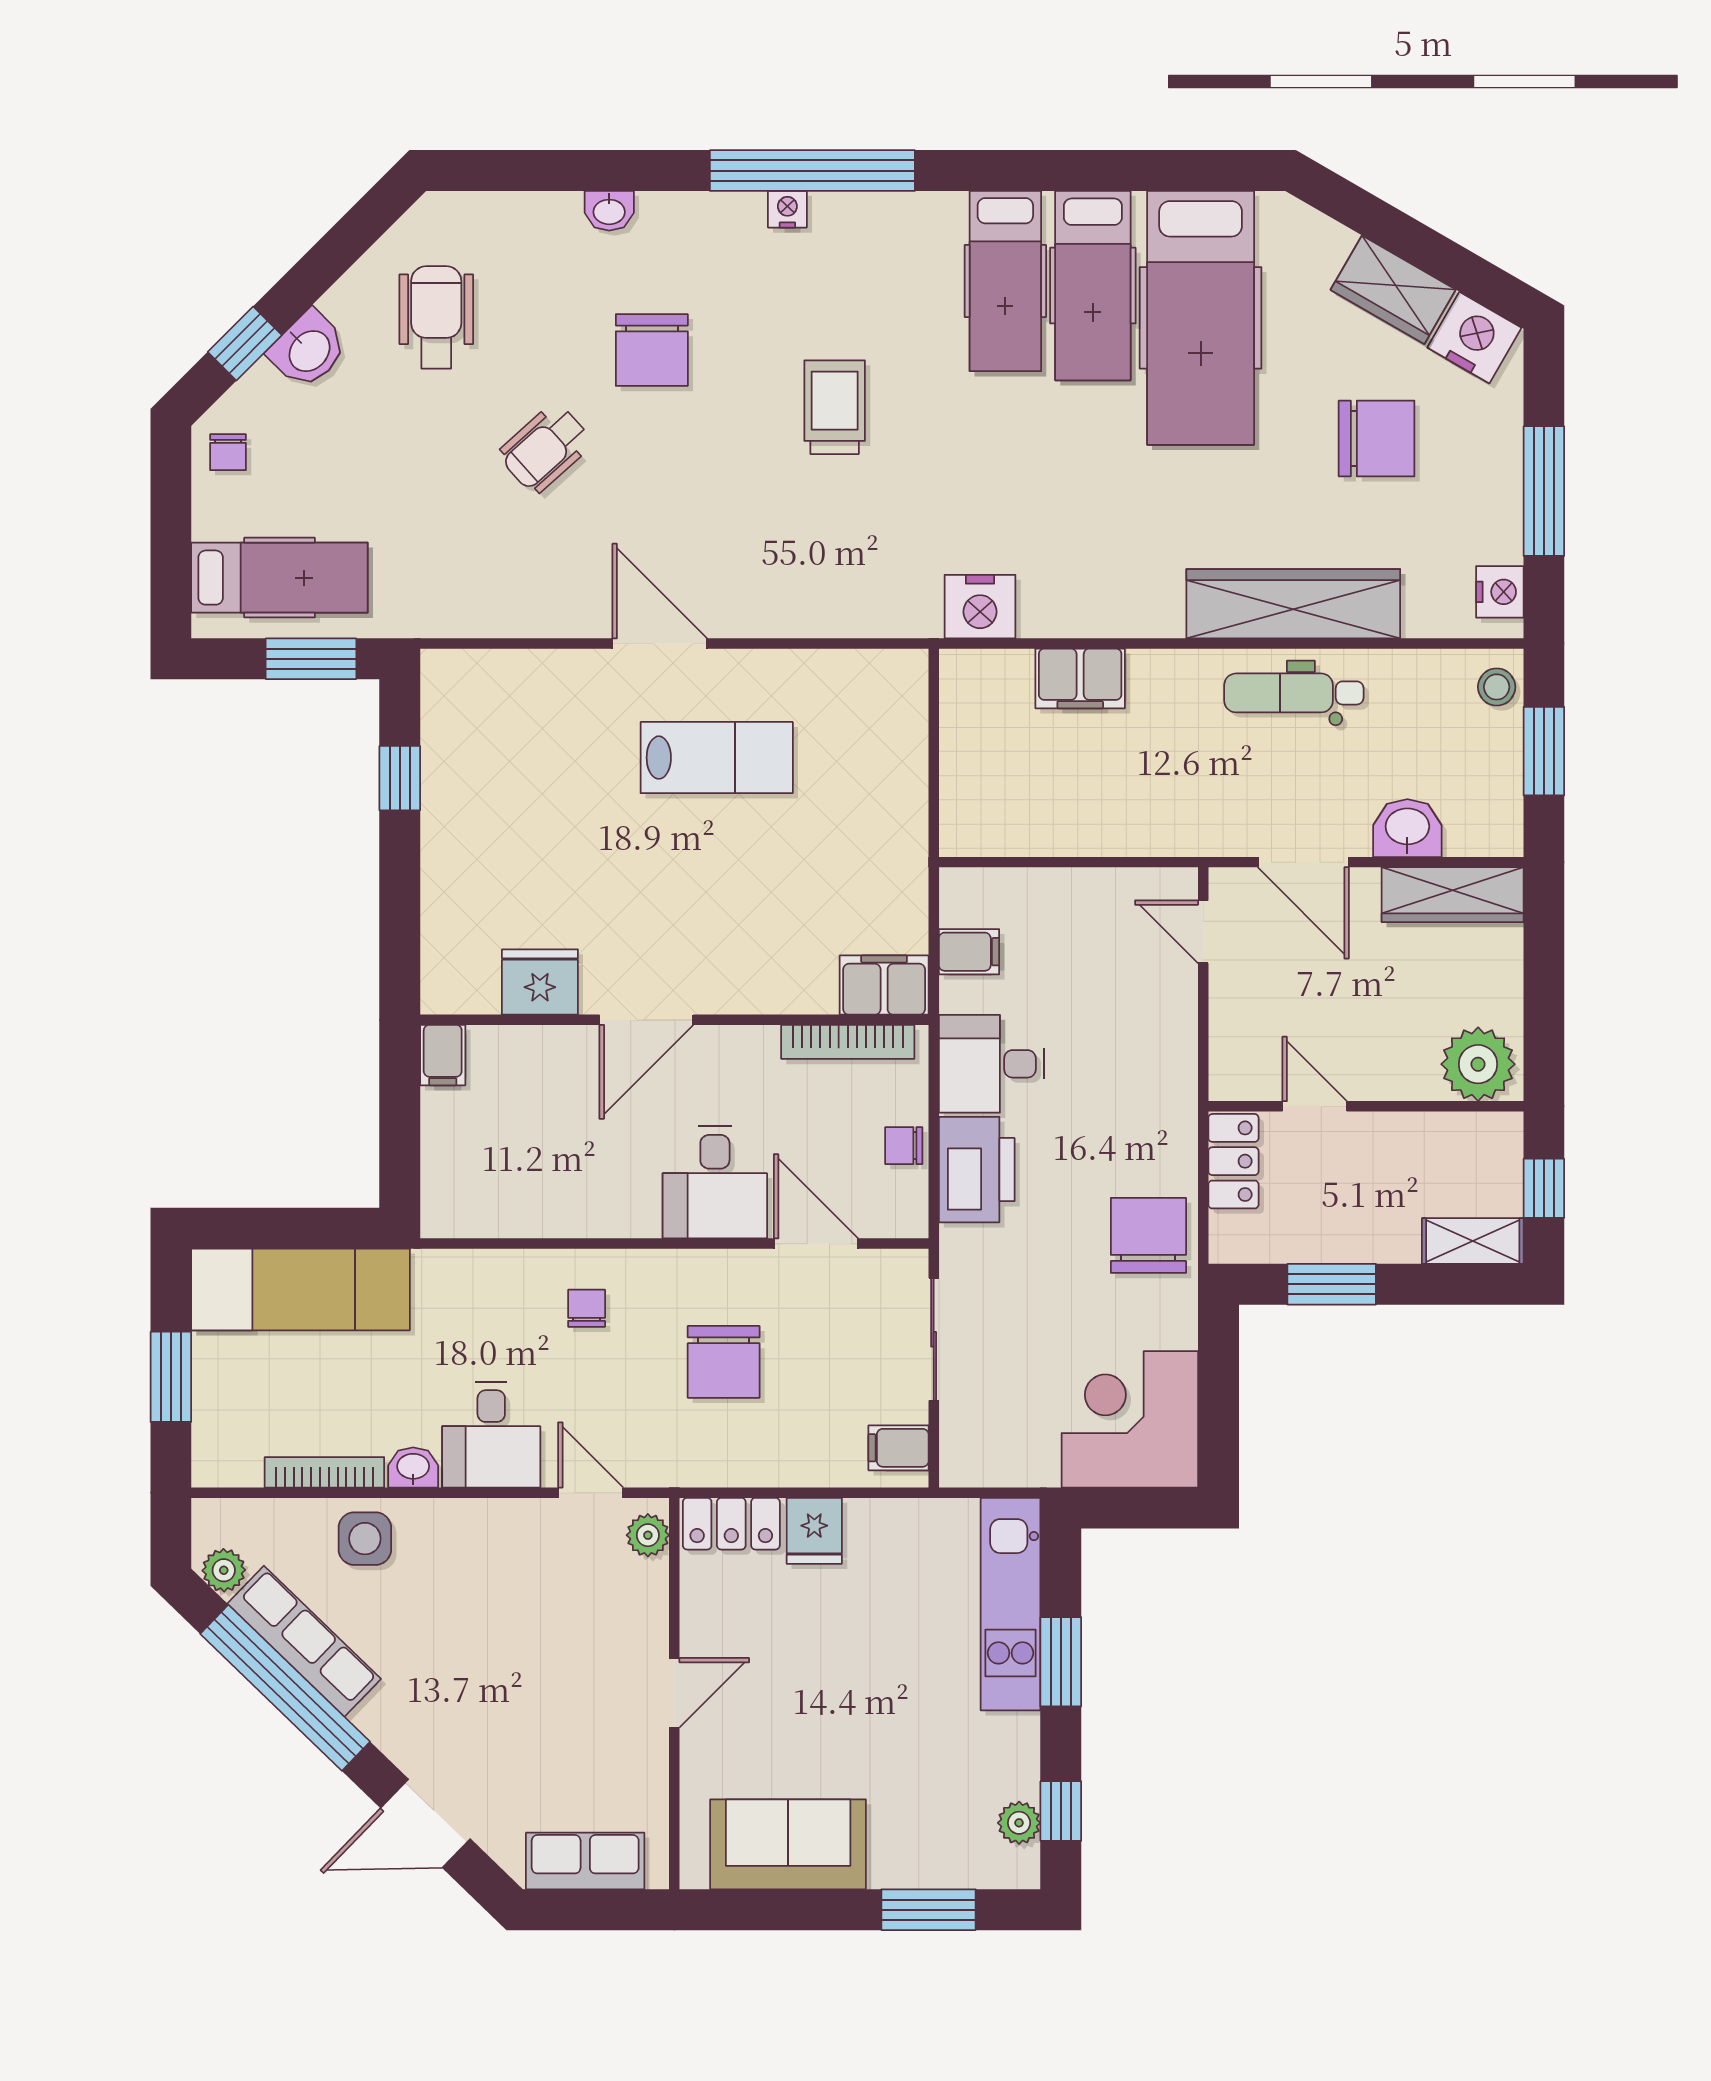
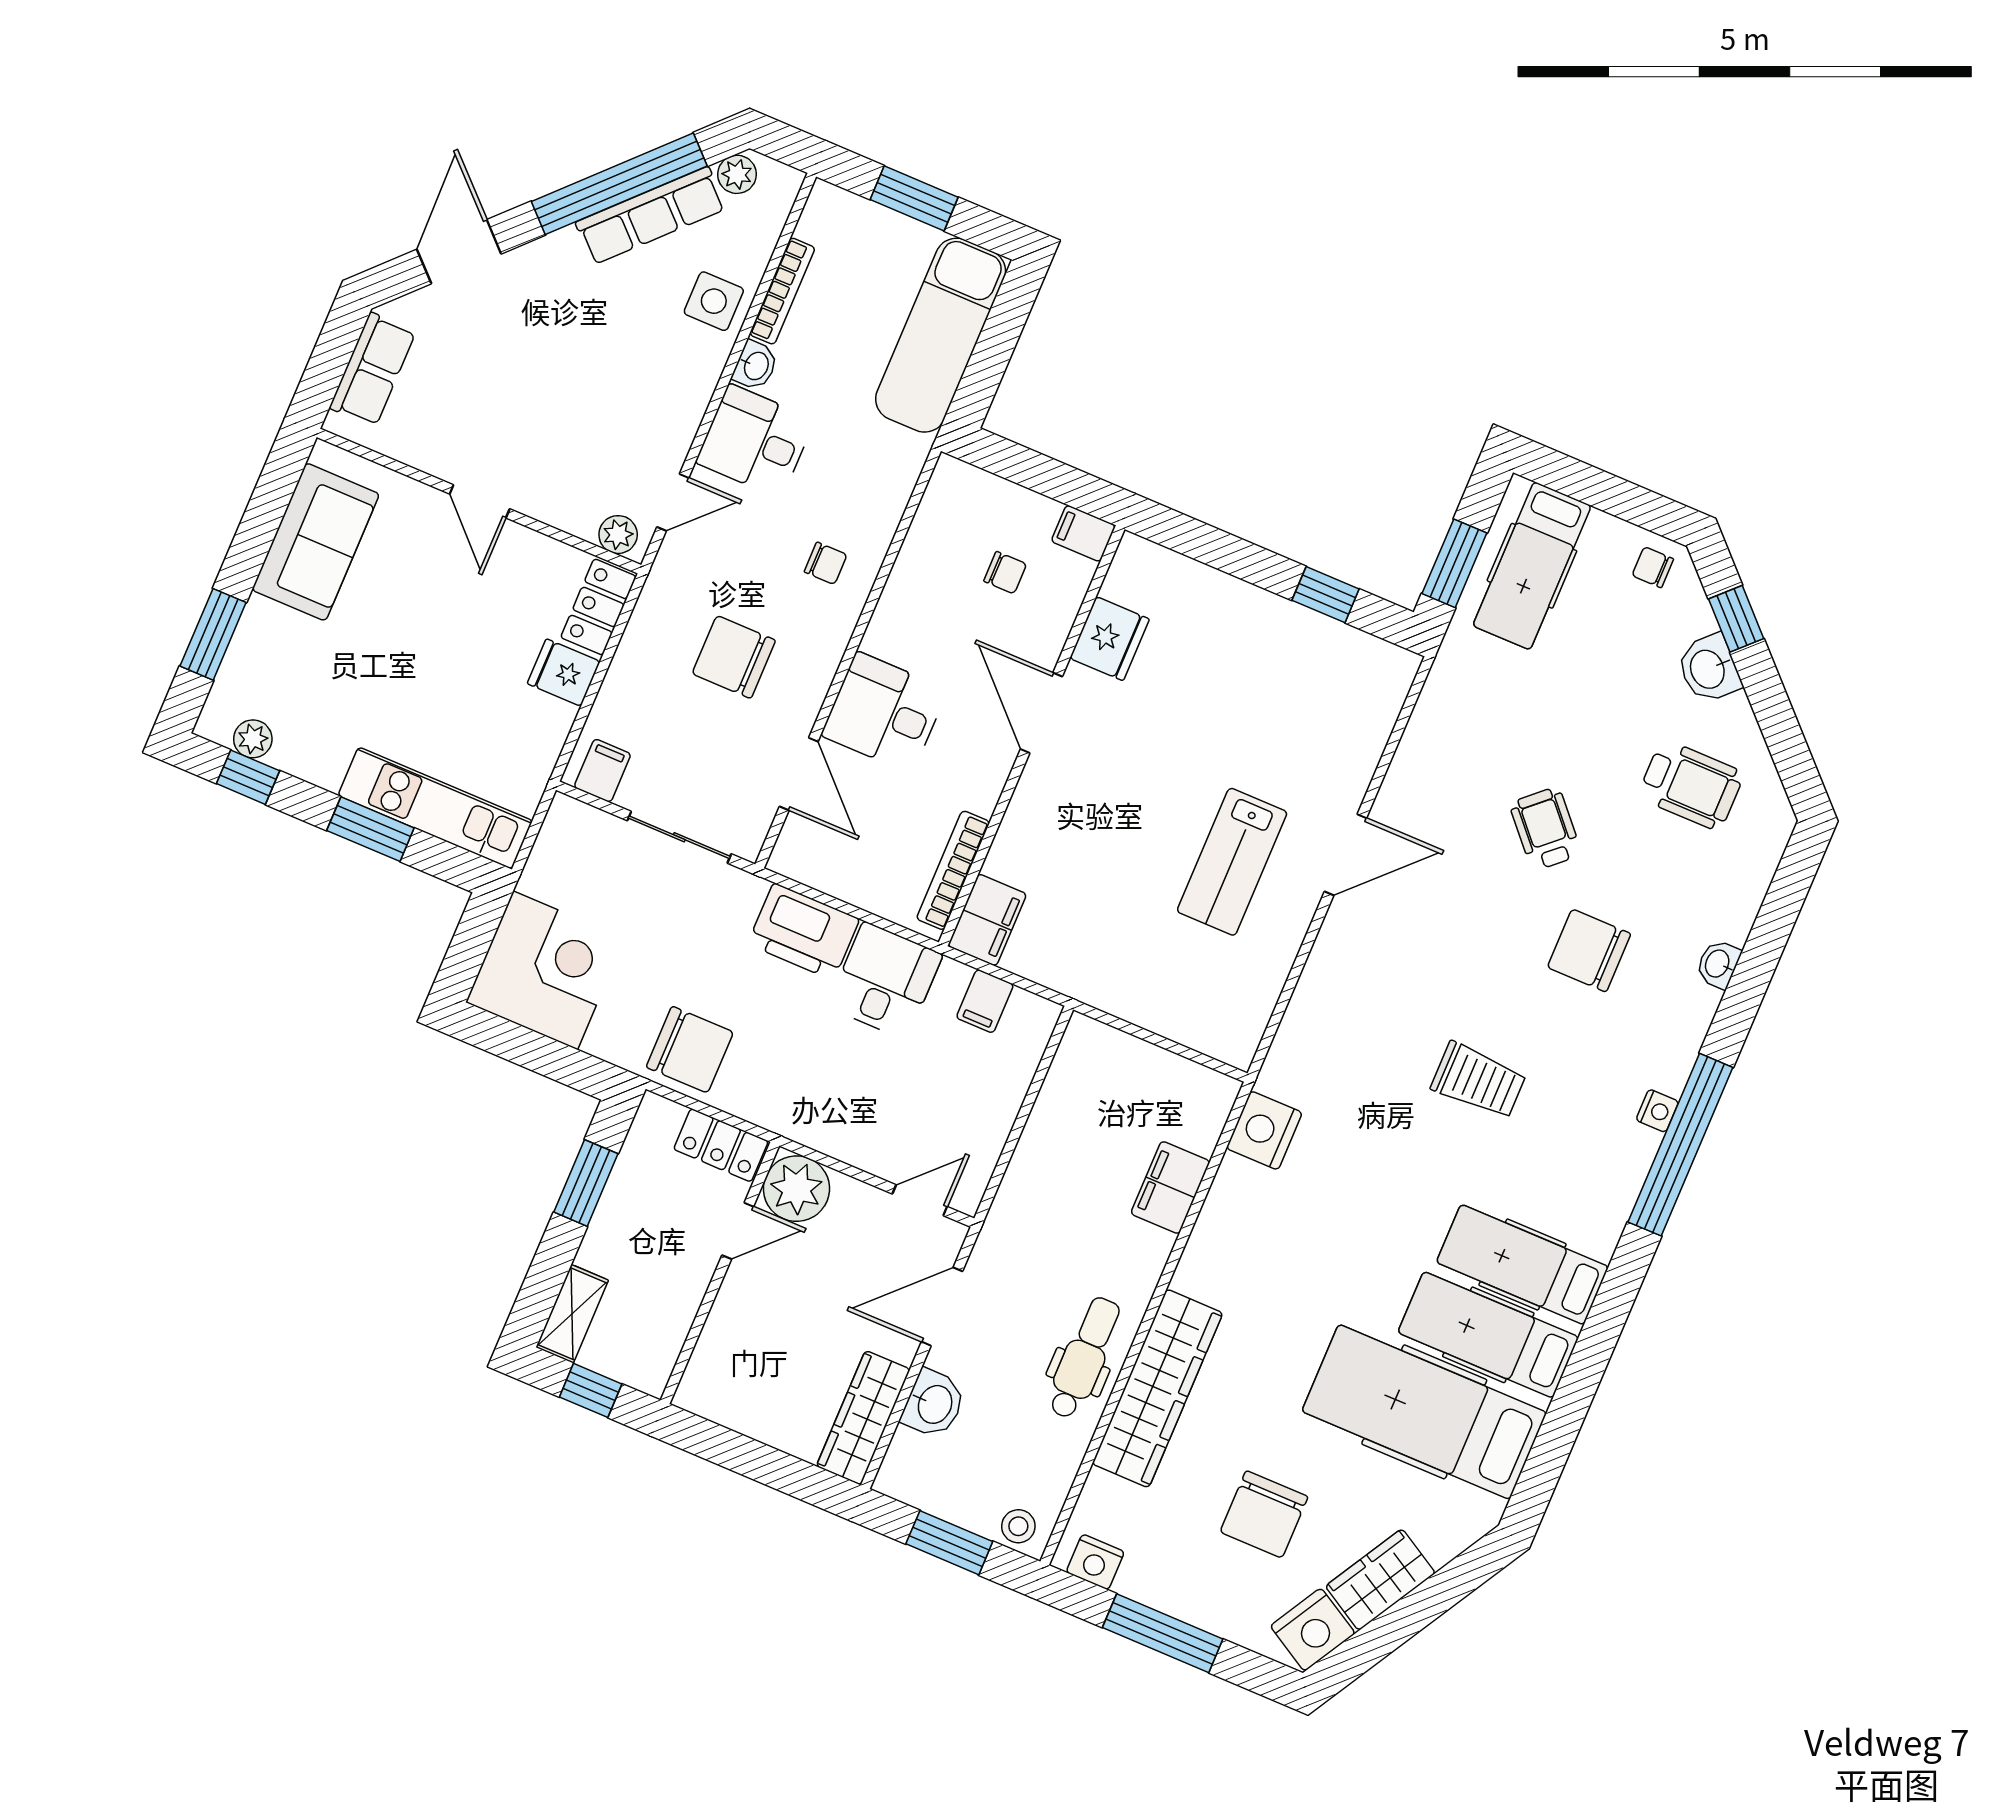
plant: (1478, 1064) -> (796, 1189), moved
chair: (904, 1146) -> (1005, 573), moved, turned 90
door: (816, 1244) -> (799, 774), hinge flipped

